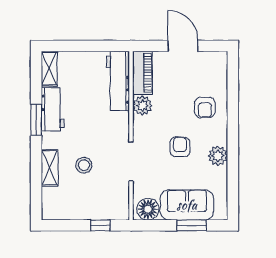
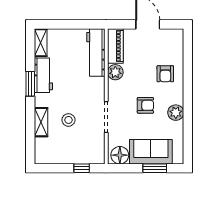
armchair: (180, 147) -> (145, 105), turned 90

